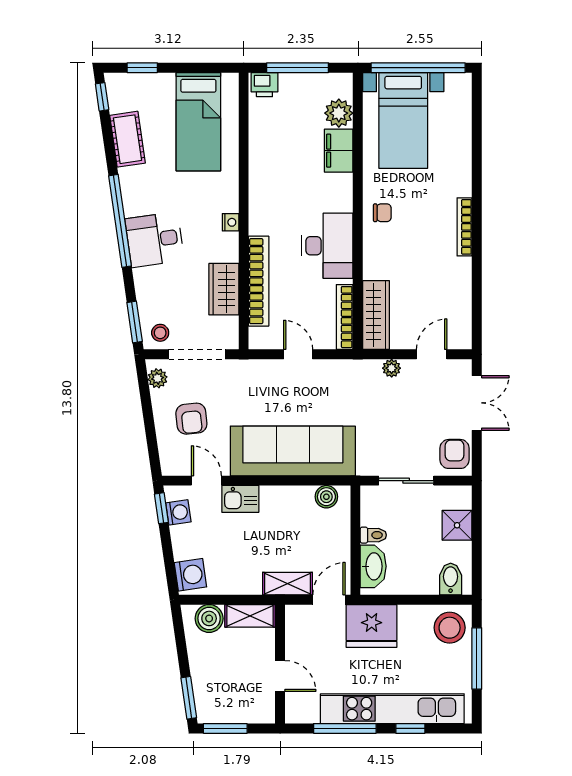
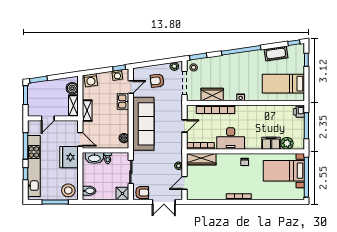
desk: (155, 240) -> (233, 65), removed
door: (432, 354) -> (184, 183), swing flipped
shower: (457, 525) -> (122, 194), moved
shelving: (287, 584) -> (87, 111), moved

